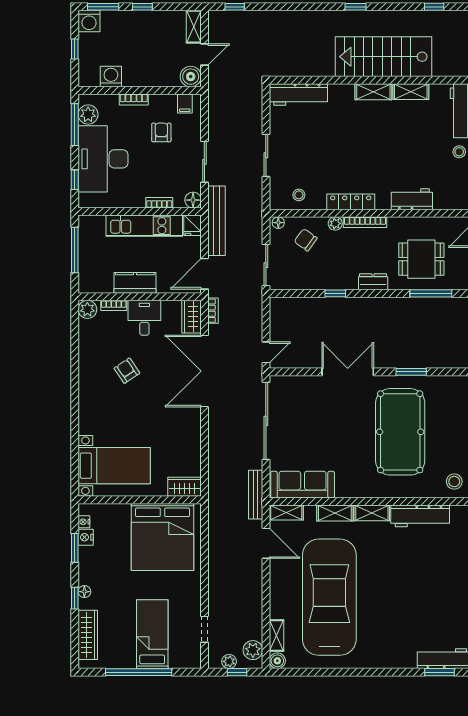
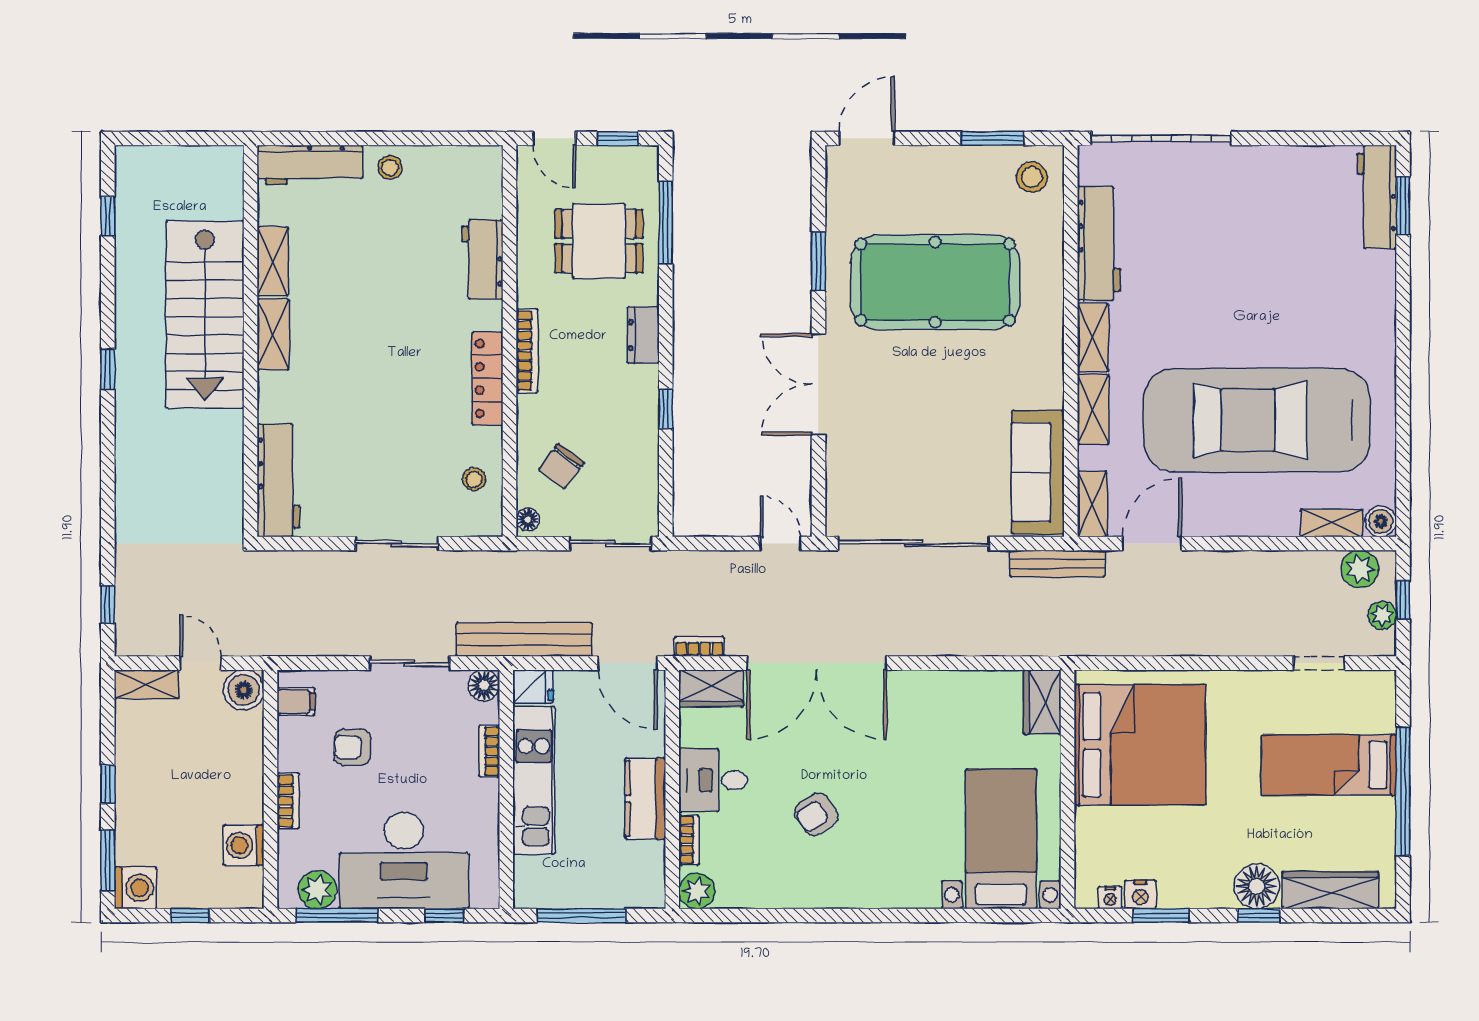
plant: (335, 223) -> (530, 409), removed
dining table: (421, 259) -> (599, 241), turned 90
floor lamp: (84, 592) -> (1257, 886), width x1.89, depth x1.89

